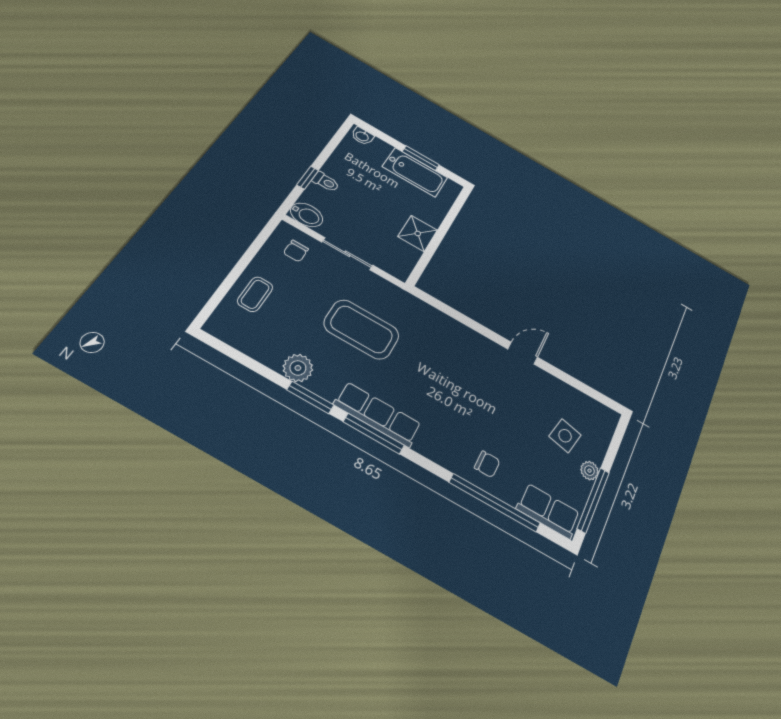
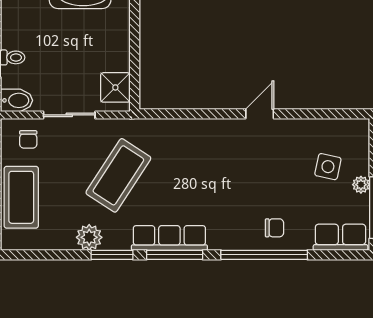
shower: (418, 233) -> (115, 87), moved
coffee table: (255, 294) -> (21, 197), width x1.86, depth x1.72
coffee table: (362, 329) -> (118, 175), turned -57
window: (495, 503) -> (264, 255), moved

